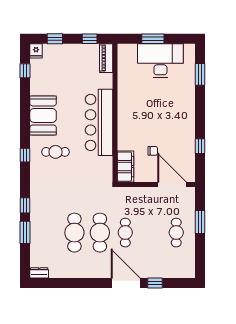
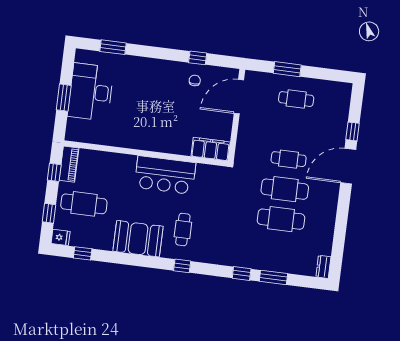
piano: (106, 58) -> (69, 164), moved, turned -90
cafe table: (66, 67) -> (84, 204), added
bar counter: (99, 122) -> (165, 175), width x0.73
chair: (153, 151) -> (195, 80), moved

